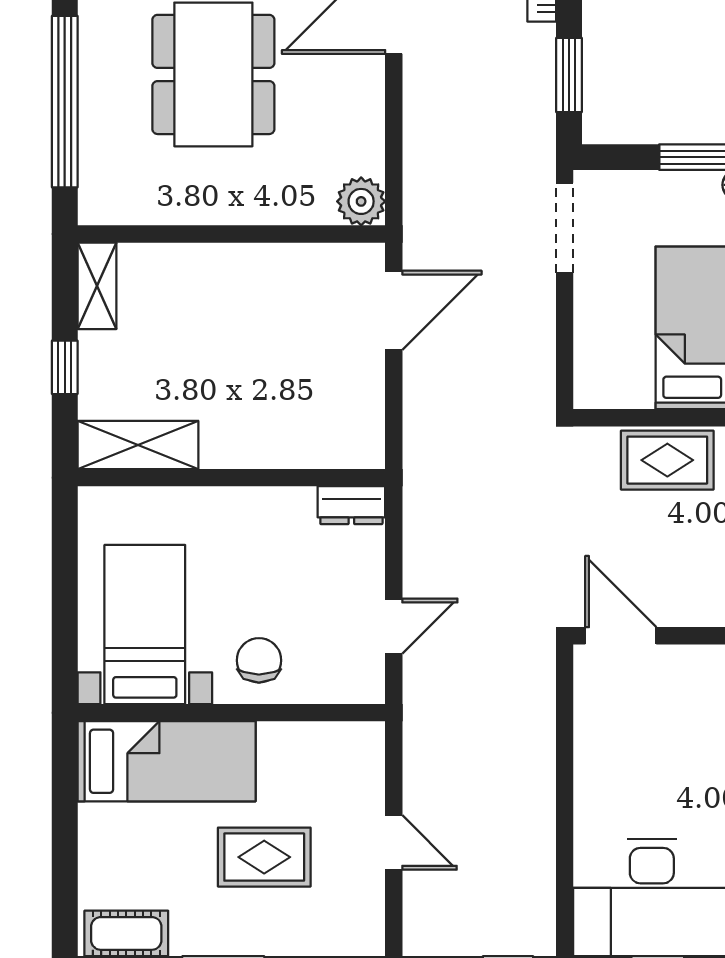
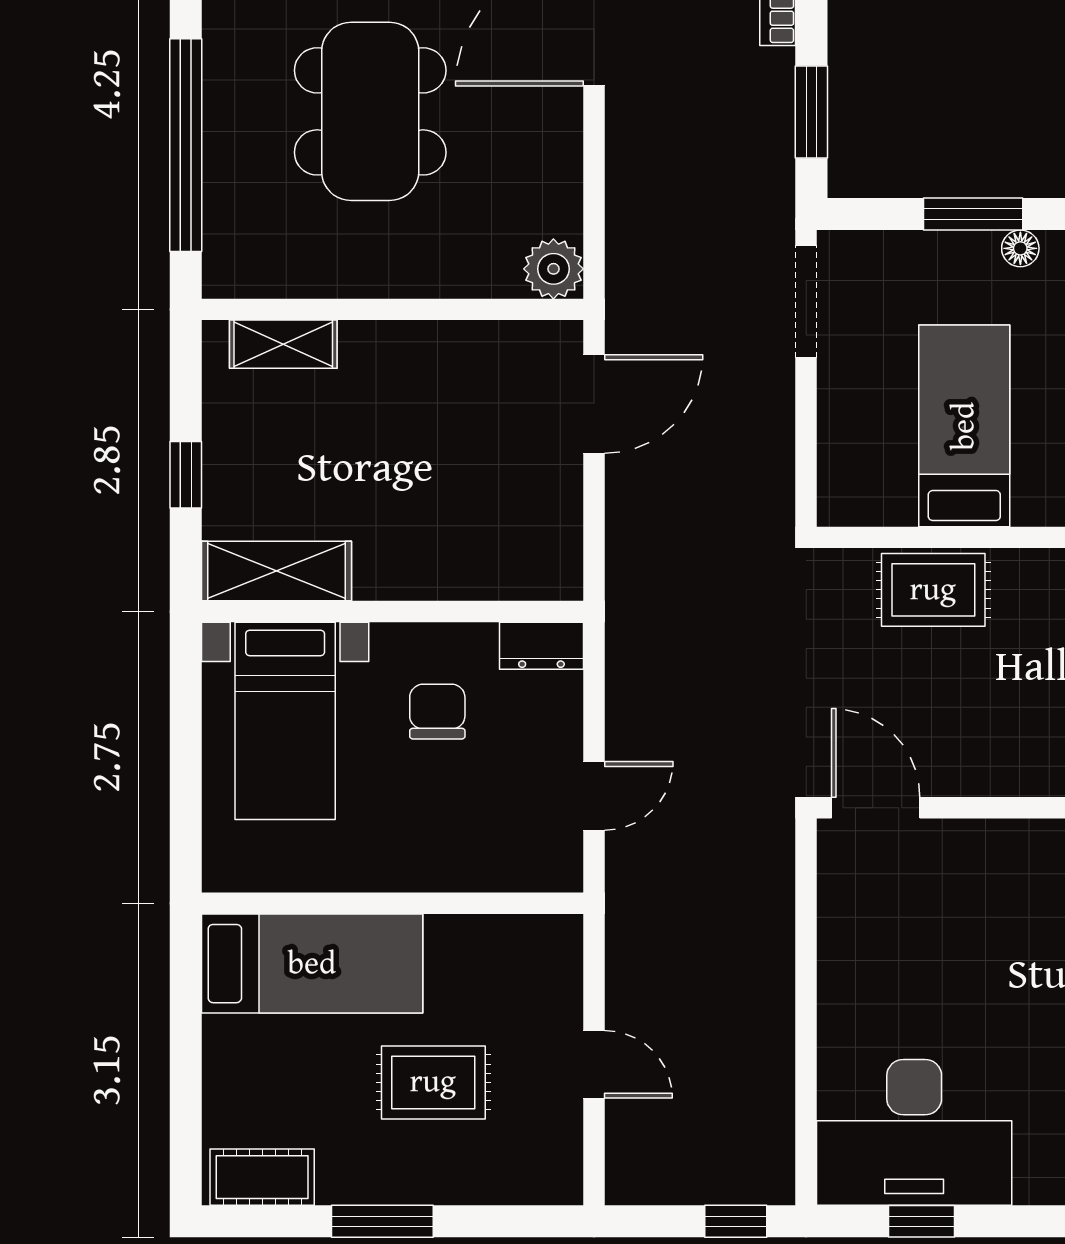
shelving: (97, 286) -> (283, 344), moved, turned 90
bed with nightstands: (145, 625) -> (285, 721), moved, turned 180
chair: (259, 660) -> (437, 712), moved

